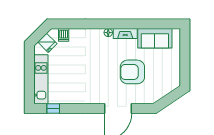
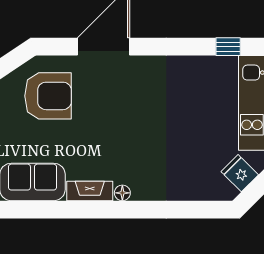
dishwasher: (64, 35) -> (208, 188), removed
armchair: (132, 72) -> (48, 96), moved

